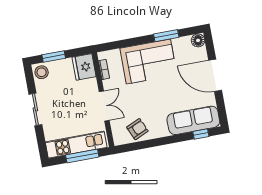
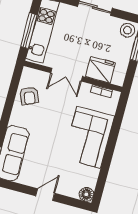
window: (166, 36) -> (105, 166), removed
fridge: (84, 67) -> (100, 70), moved
door: (215, 75) -> (45, 195), width x0.53

